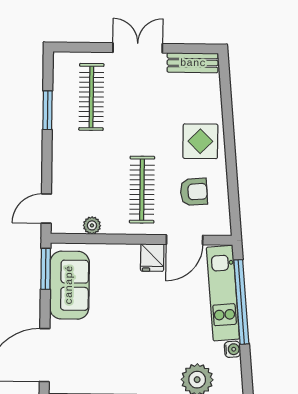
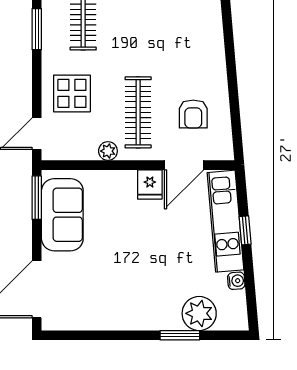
display table: (200, 141) -> (72, 93), moved
armchair: (194, 192) -> (193, 114), turned 94
plant: (92, 225) -> (108, 151), moved
window: (241, 302) -> (245, 230), width x0.32

